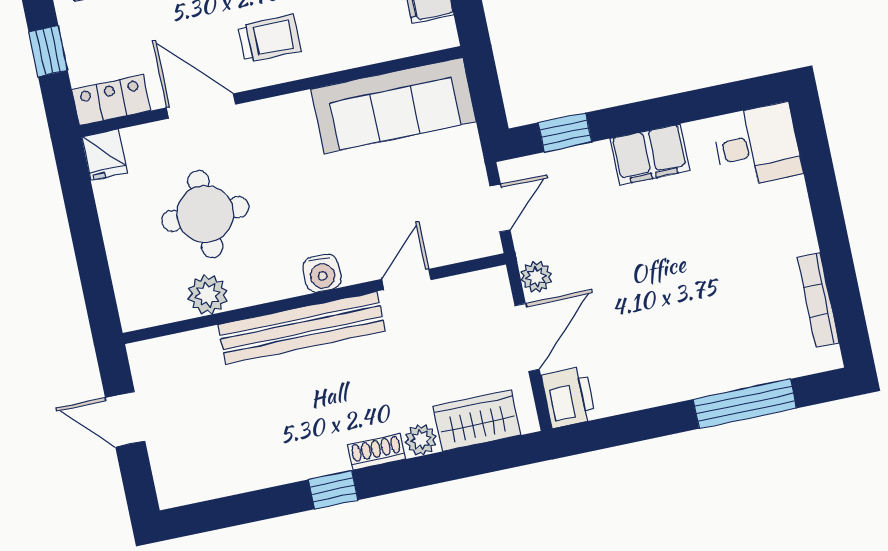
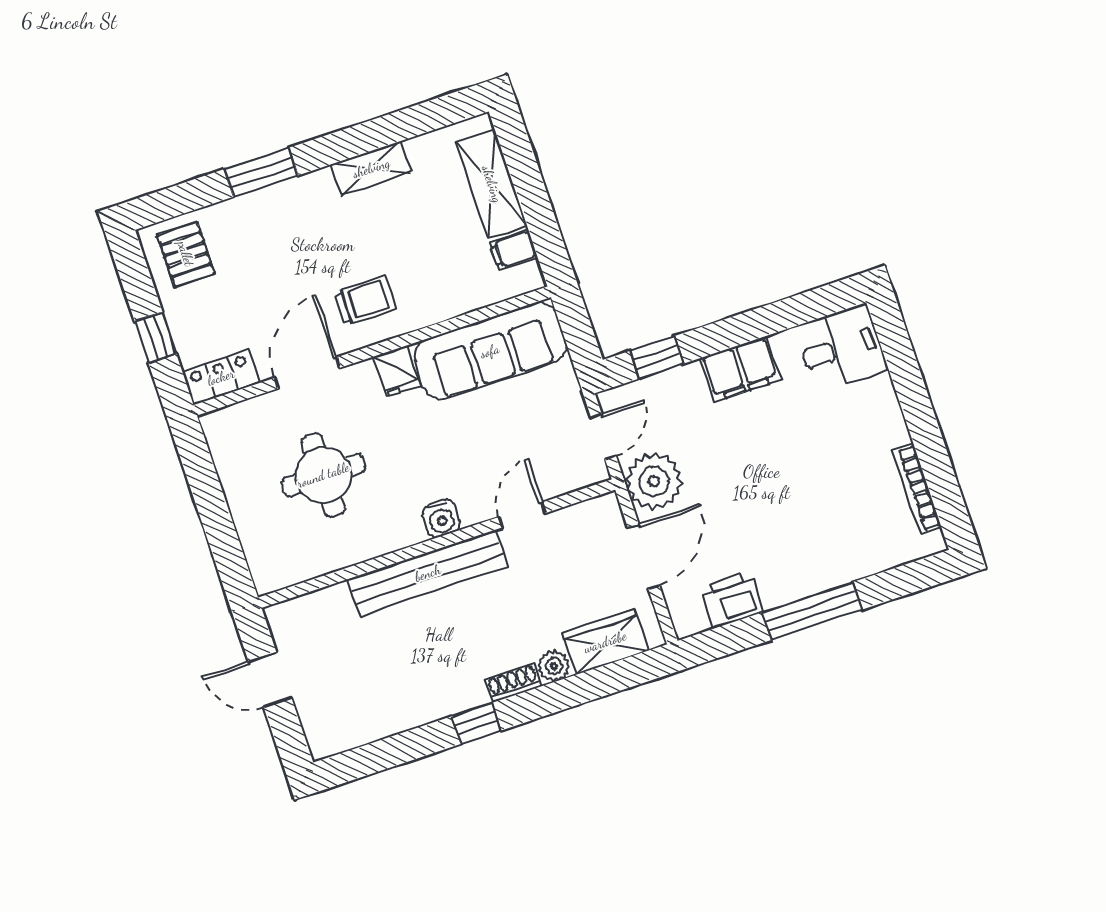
door: (201, 106) -> (307, 373), hinge flipped
fridge: (104, 155) -> (397, 371), moved
plant: (536, 277) -> (654, 481), width x1.88, depth x1.88
plant: (208, 295) -> (335, 552), removed
printer: (569, 397) -> (732, 600), moved, turned -90
window: (745, 404) -> (812, 611), moved

